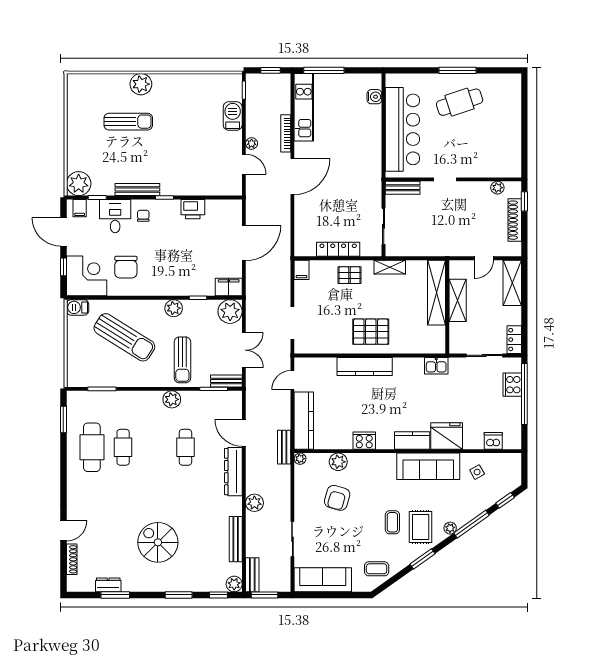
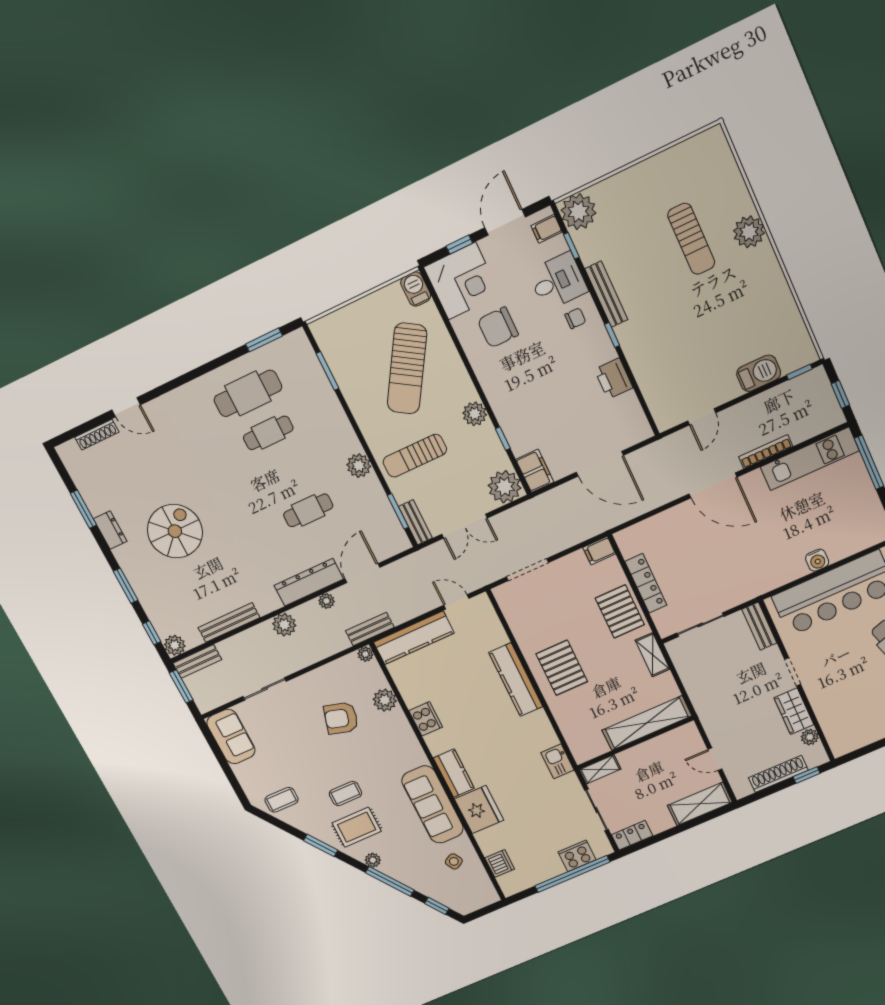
water cooler: (374, 97) -> (817, 560), moved
plant: (252, 143) -> (327, 601), moved
wardrobe: (474, 190) -> (794, 711), added
pallet: (349, 275) -> (620, 611), width x1.50, depth x1.42
shelving: (458, 300) -> (600, 769), moved, width x0.67, depth x0.75
coffee table: (377, 569) -> (282, 800), turned 90
sofa: (323, 580) -> (231, 737), width x0.73
dresser: (108, 585) -> (110, 530), moved

